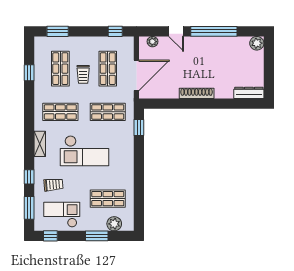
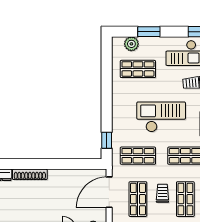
shoe rack: (197, 93) -> (30, 174), moved

